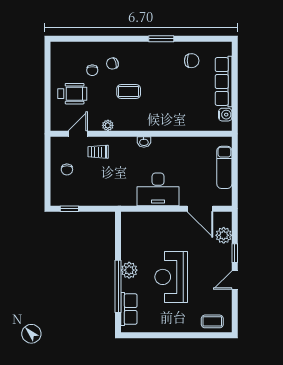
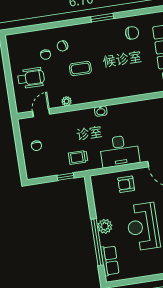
trolley: (98, 152) -> (78, 157), moved
window: (69, 209) -> (66, 177), moved
armchair: (160, 227) -> (126, 184), added

